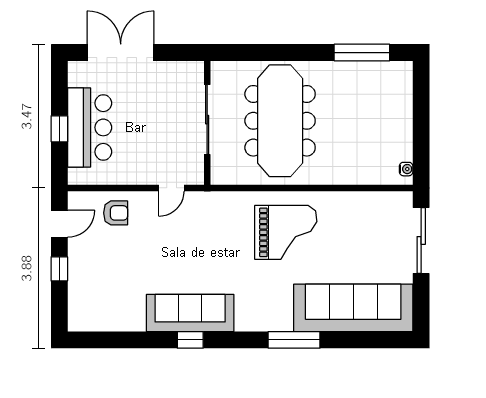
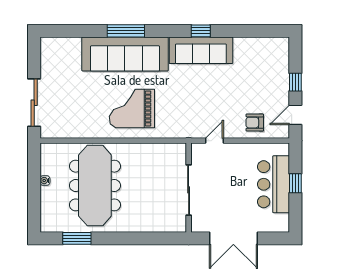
double door: (121, 53) -> (233, 238), moved
window: (362, 53) -> (77, 238), width x0.69
meeting table: (280, 121) -> (95, 186), moved
water cooler: (406, 169) -> (45, 181), moved
sofa: (353, 308) -> (125, 54), moved

